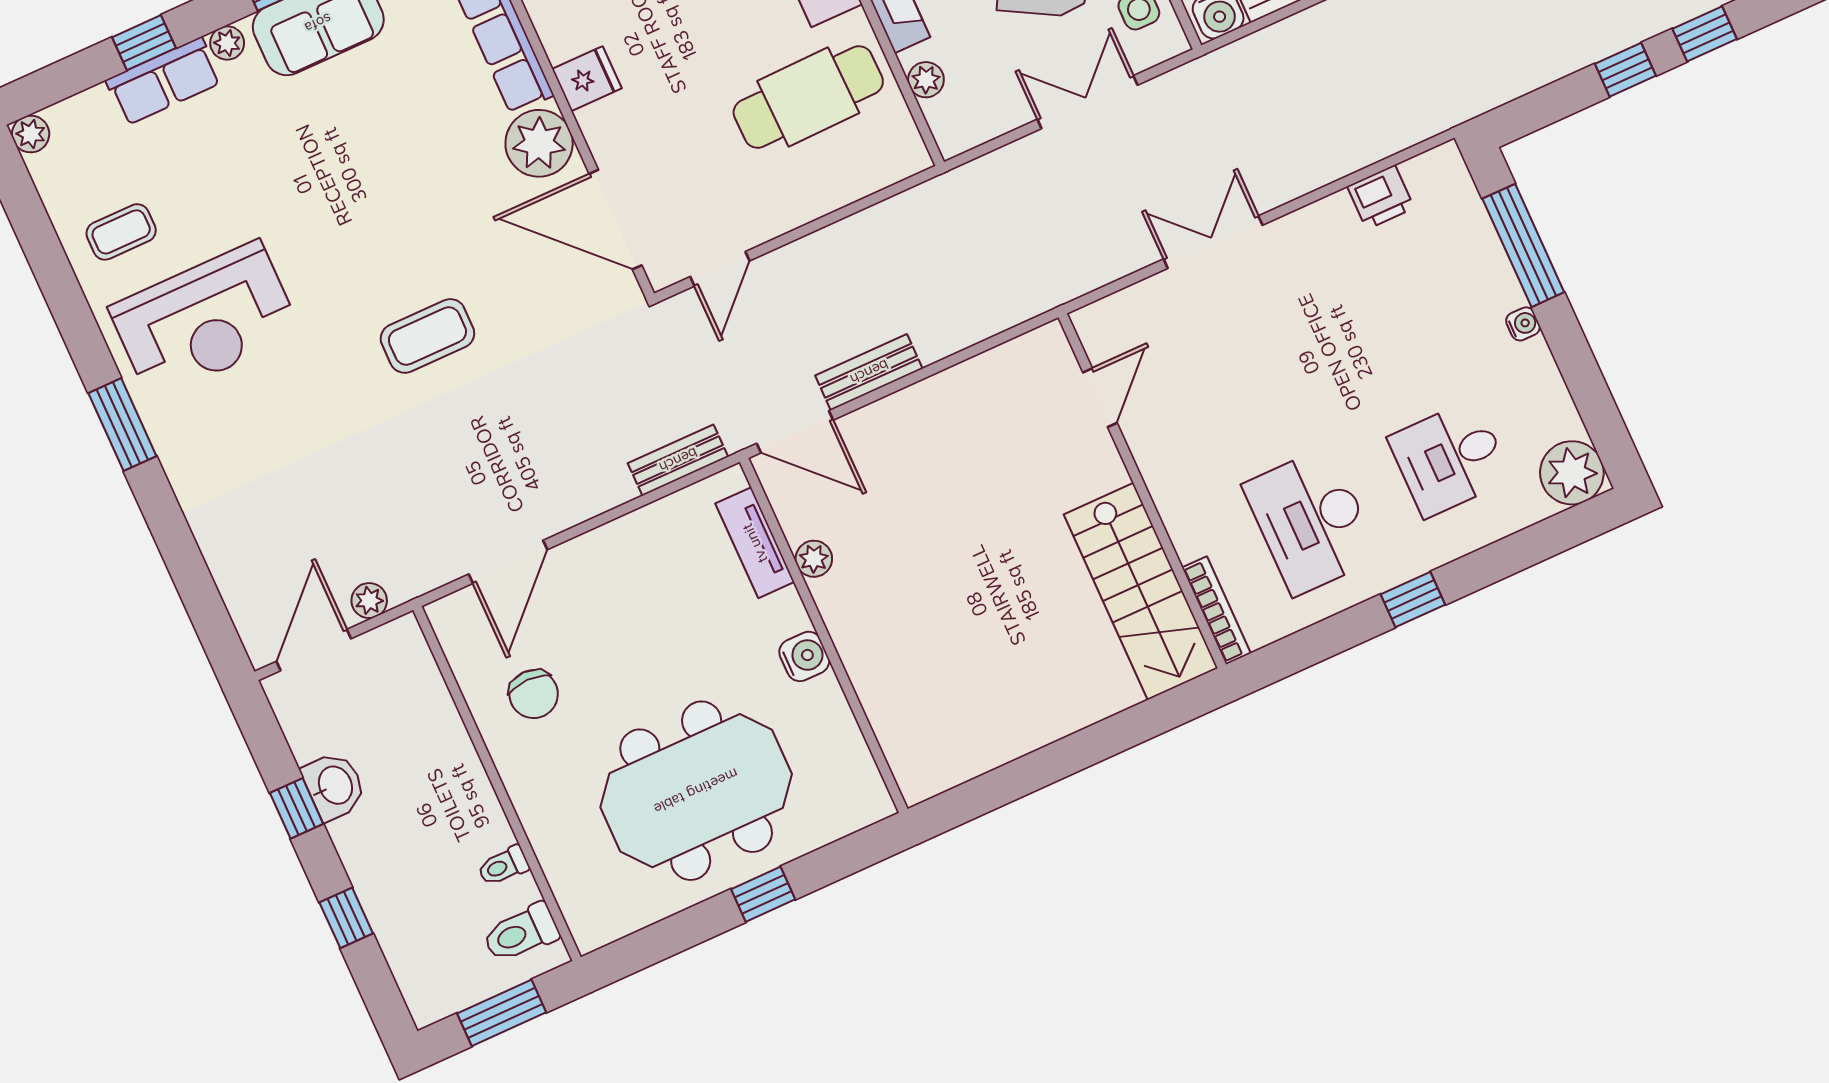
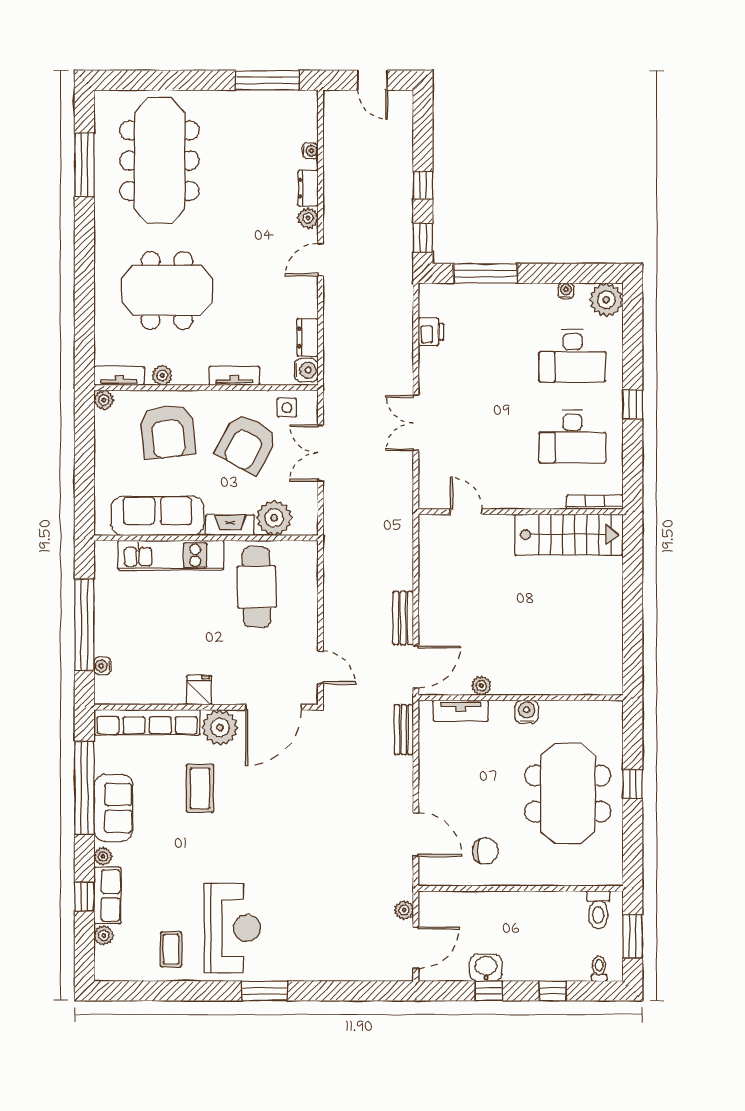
window: (1705, 34) -> (423, 238), moved
plant: (926, 80) -> (274, 518), width x1.88, depth x1.88
plant: (31, 134) -> (104, 936), moved
water cooler: (1523, 324) -> (566, 291), moved
coffee table: (427, 336) -> (200, 788), moved
desk: (1450, 458) -> (572, 356), width x1.37
door: (314, 650) -> (416, 948), swing flipped
toilet: (503, 866) -> (599, 969), moved, turned 180

